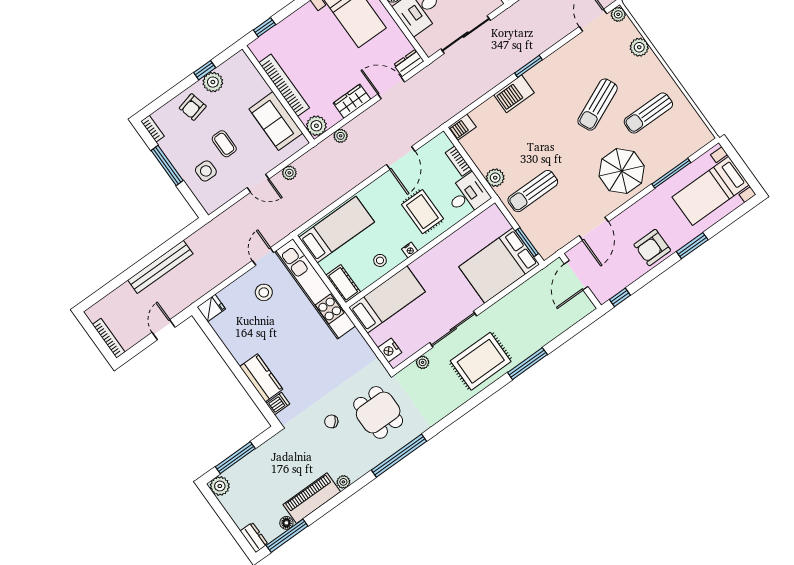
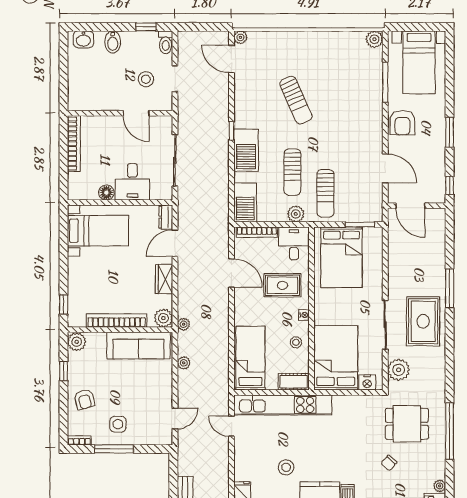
plant: (639, 47) -> (374, 39), moved
window: (529, 66) -> (231, 131), width x0.67
plant: (213, 82) -> (77, 342), moved
barbecue: (514, 94) -> (246, 150), width x1.37, depth x1.21
sun lounger: (648, 113) -> (292, 172), moved
sofa: (276, 121) -> (138, 346), width x1.36
barbecue: (462, 127) -> (245, 202), width x1.88, depth x1.53
plant: (341, 136) -> (184, 324), moved
coffee table: (224, 144) -> (128, 395), removed
bookcase: (458, 161) -> (257, 232), width x1.56
side table: (206, 171) -> (118, 424), moved
parasol: (622, 171) -> (358, 117), removed
door: (258, 183) -> (175, 418), moved
window: (692, 246) -> (450, 132), moved
armchair: (652, 248) -> (402, 123), moved
bed: (499, 265) -> (341, 257), moved
stool: (264, 292) -> (286, 467), moved
bed: (387, 299) -> (336, 358), width x1.50
plant: (423, 362) -> (399, 370), width x1.88, depth x1.88

